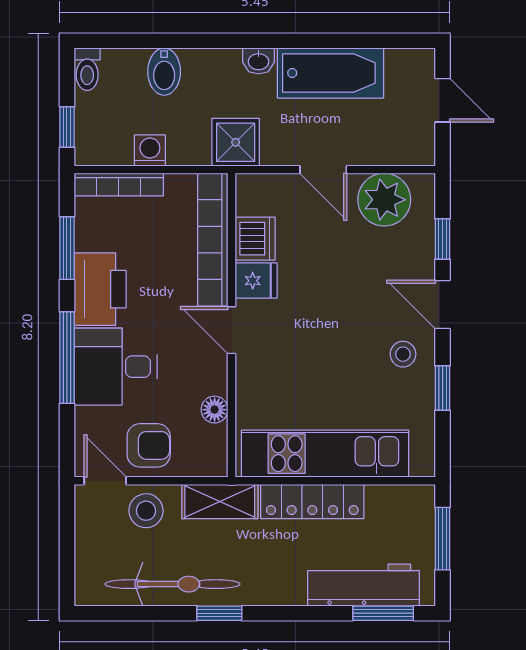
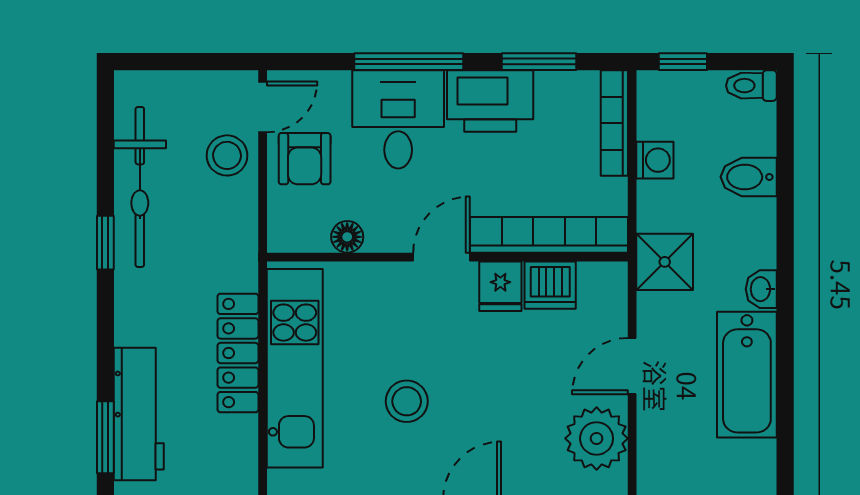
stool: (403, 354) -> (407, 401), moved, width x1.37, depth x1.37
shelving: (220, 501) -> (238, 243), removed

